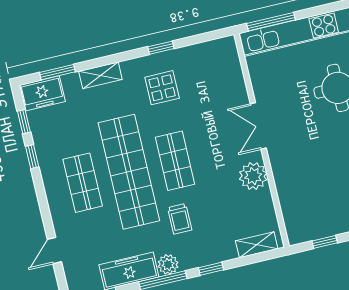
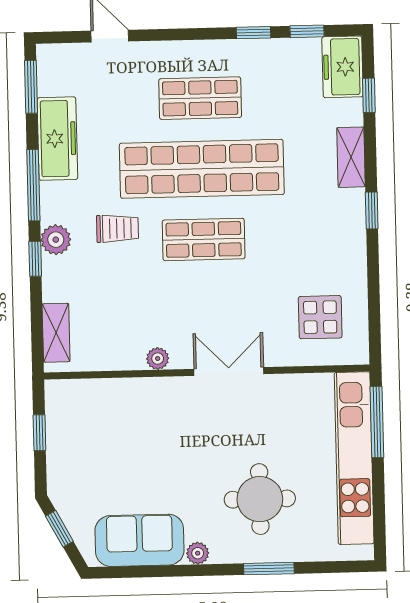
window: (161, 48) -> (372, 211), moved
window: (57, 72) -> (369, 95), width x0.67
display table: (162, 88) -> (320, 317), moved
plant: (253, 176) -> (158, 359), width x0.53, depth x0.53
trolley: (180, 219) -> (118, 229), turned 180
plant: (168, 264) -> (56, 240), moved

